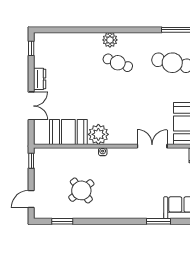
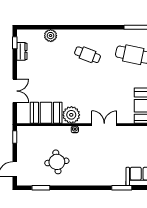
plant: (110, 40) -> (51, 36), moved
dresser: (40, 79) -> (22, 51), moved
double door: (152, 146) -> (104, 125), moved
round table: (81, 190) -> (57, 162), turned 32

